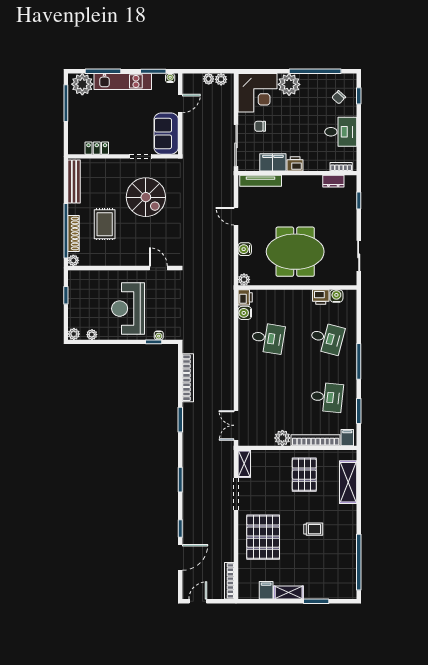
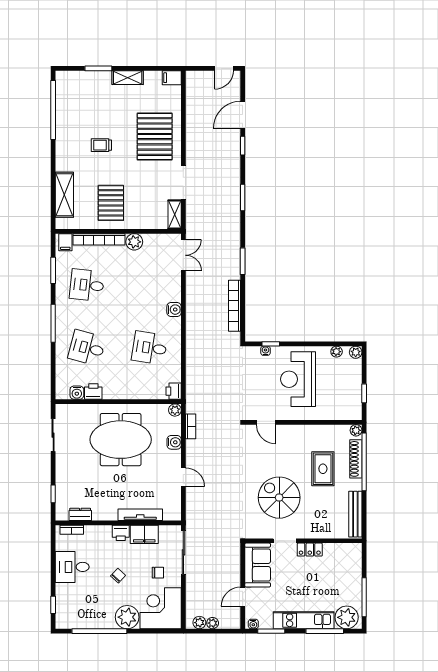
chair: (339, 97) -> (118, 576), moved
locker: (97, 148) -> (310, 550), moved
tv unit: (261, 181) -> (140, 515), moved
reception desk: (128, 309) -> (298, 379), turned 180
water cooler: (245, 313) -> (174, 310), moved
bookcase: (229, 581) -> (191, 426), moved, width x0.64
filing cabinet: (266, 590) -> (172, 78), moved, turned 90

